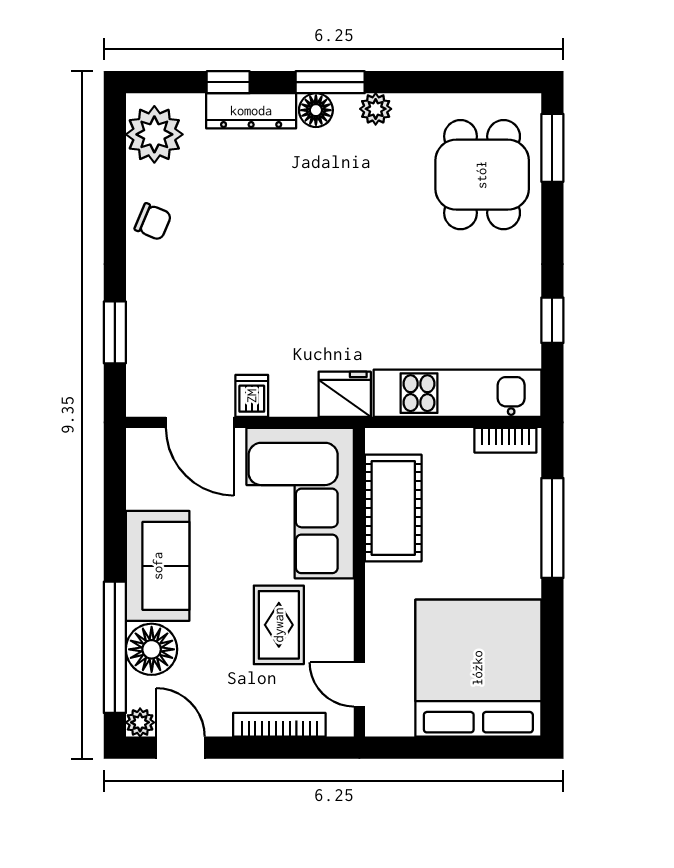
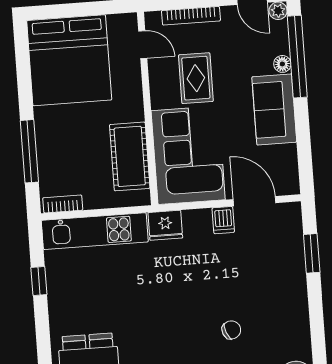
chair: (153, 222) -> (231, 330), moved, turned 135
floor lamp: (152, 649) -> (282, 64), width x0.53, depth x0.53

